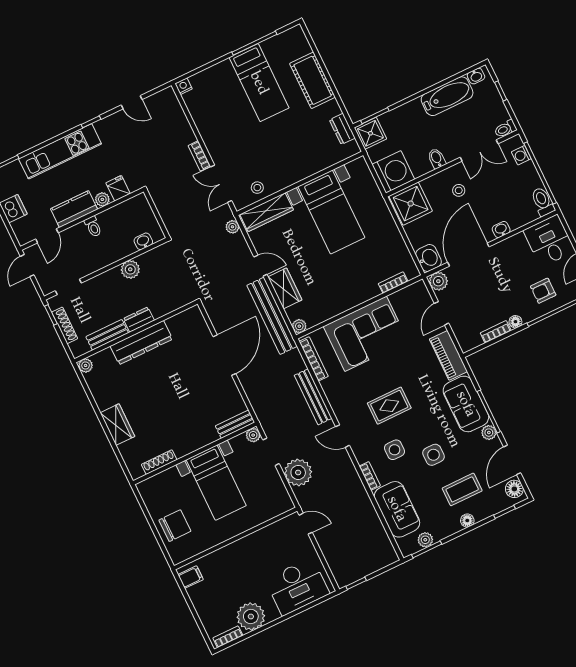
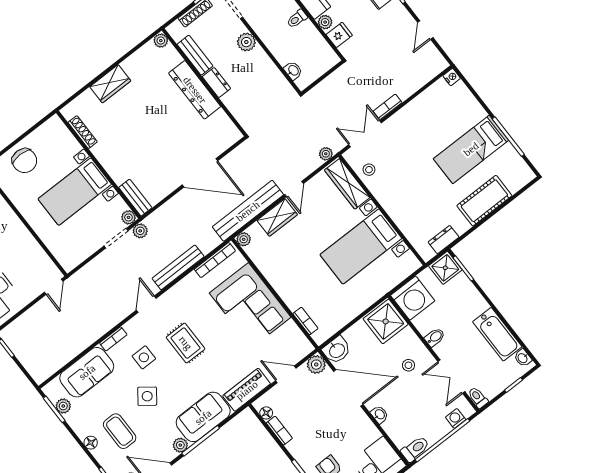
plant: (130, 269) -> (246, 42), moved
floor lamp: (515, 322) -> (266, 413), moved
side table: (434, 455) -> (147, 396), turned 37
plant: (298, 472) -> (140, 231), moved, width x0.53, depth x0.53

